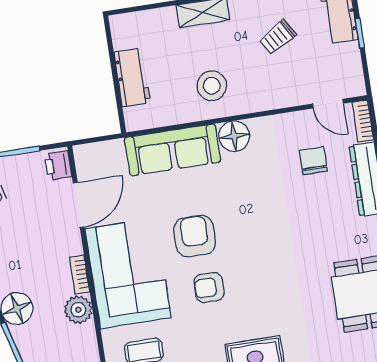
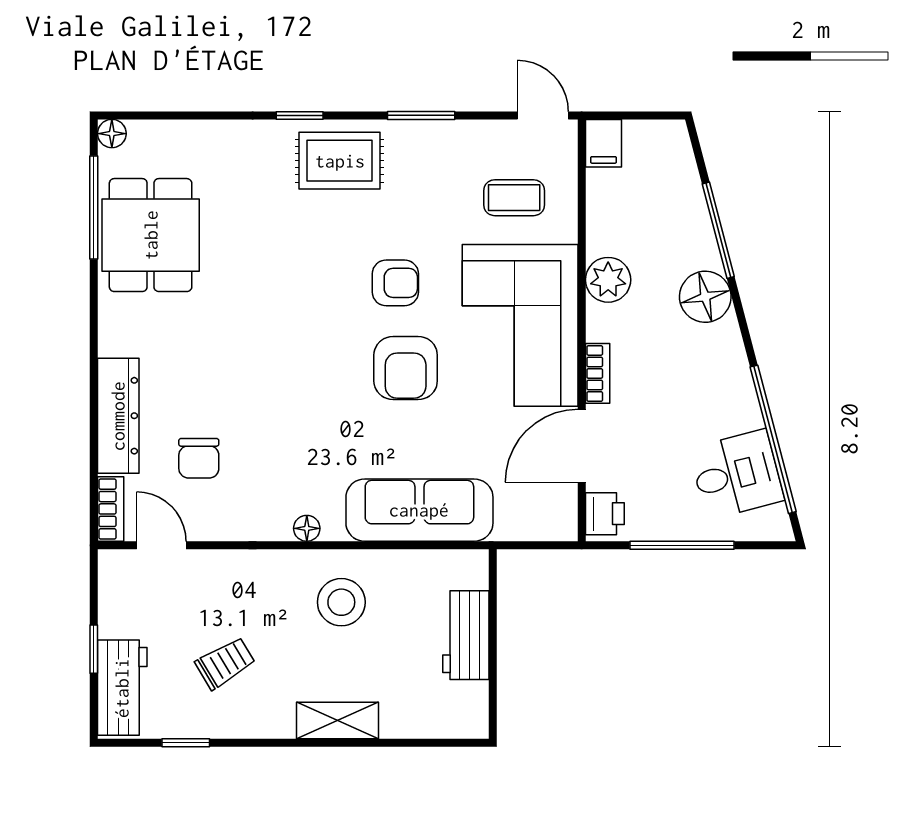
floor lamp: (234, 136) -> (307, 528), width x0.53, depth x0.53
bookcase: (79, 274) -> (598, 373), moved

